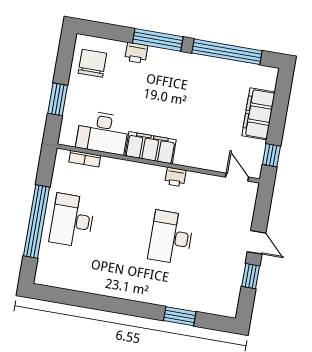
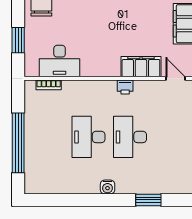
filing cabinet: (151, 148) -> (141, 67), moved
desk: (72, 220) -> (89, 137), moved
water cooler: (134, 292) -> (108, 187), added

